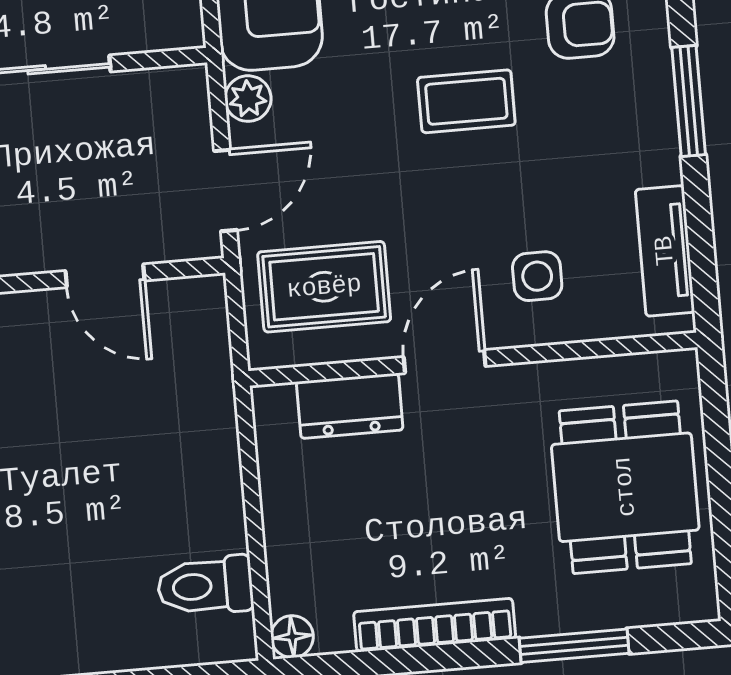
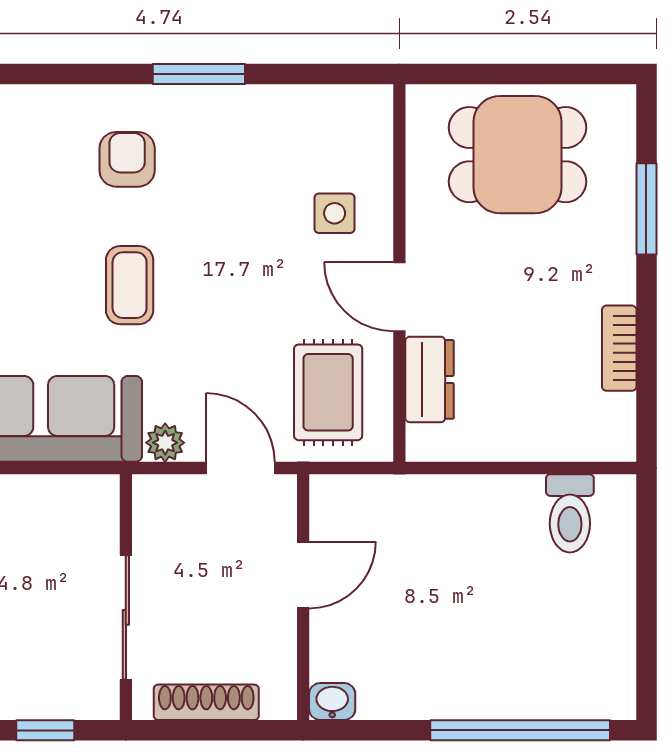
coffee table: (466, 101) -> (130, 285), moved
tv unit: (665, 251) -> (323, 105), removed
bookcase: (435, 625) -> (619, 348), width x0.64
floor lamp: (292, 637) -> (619, 444), removed

